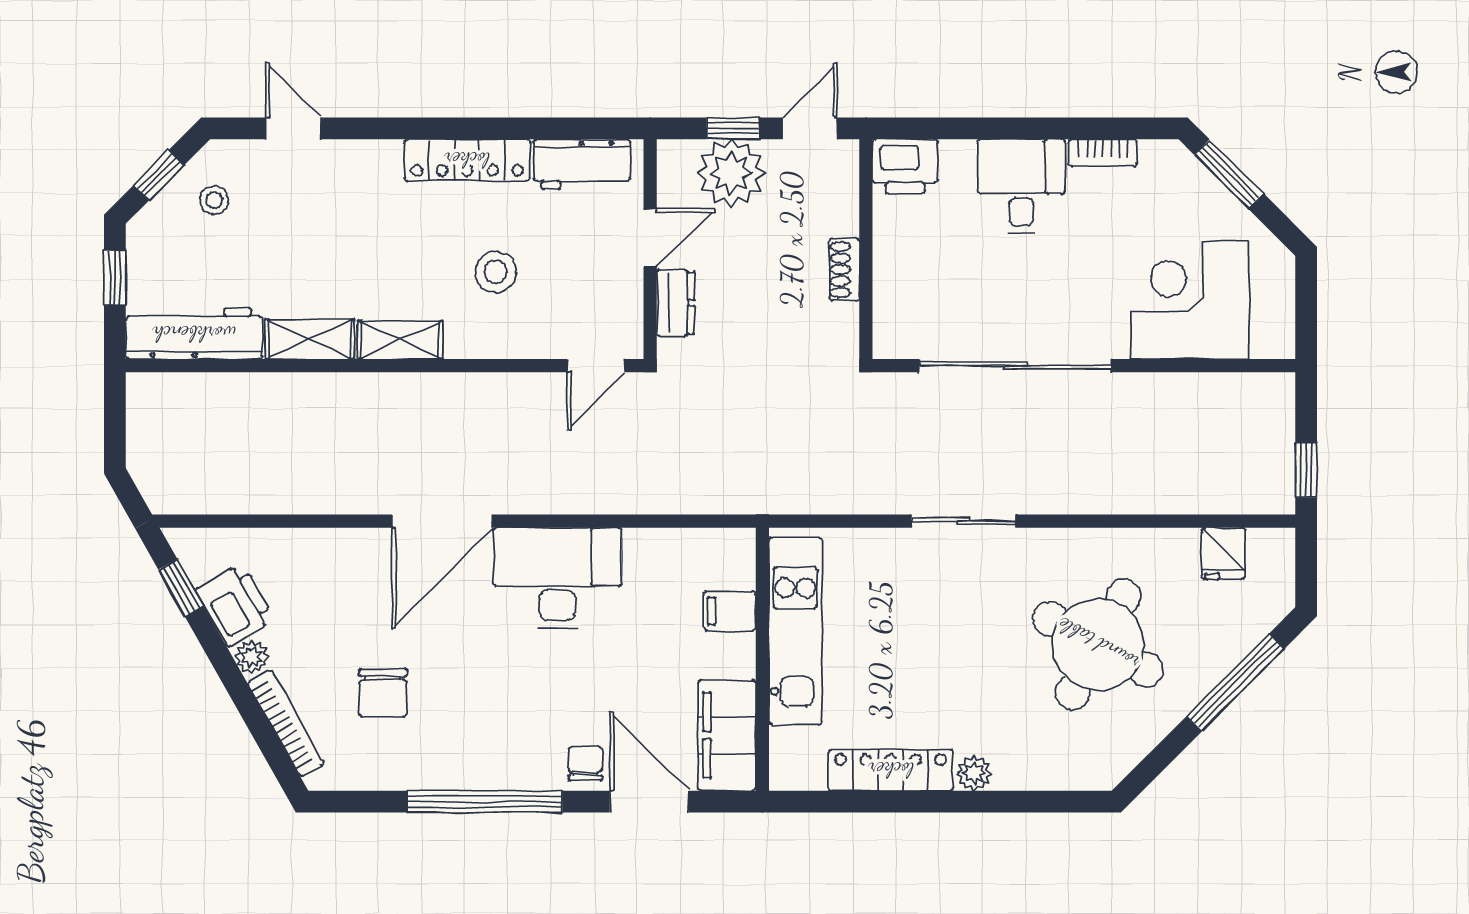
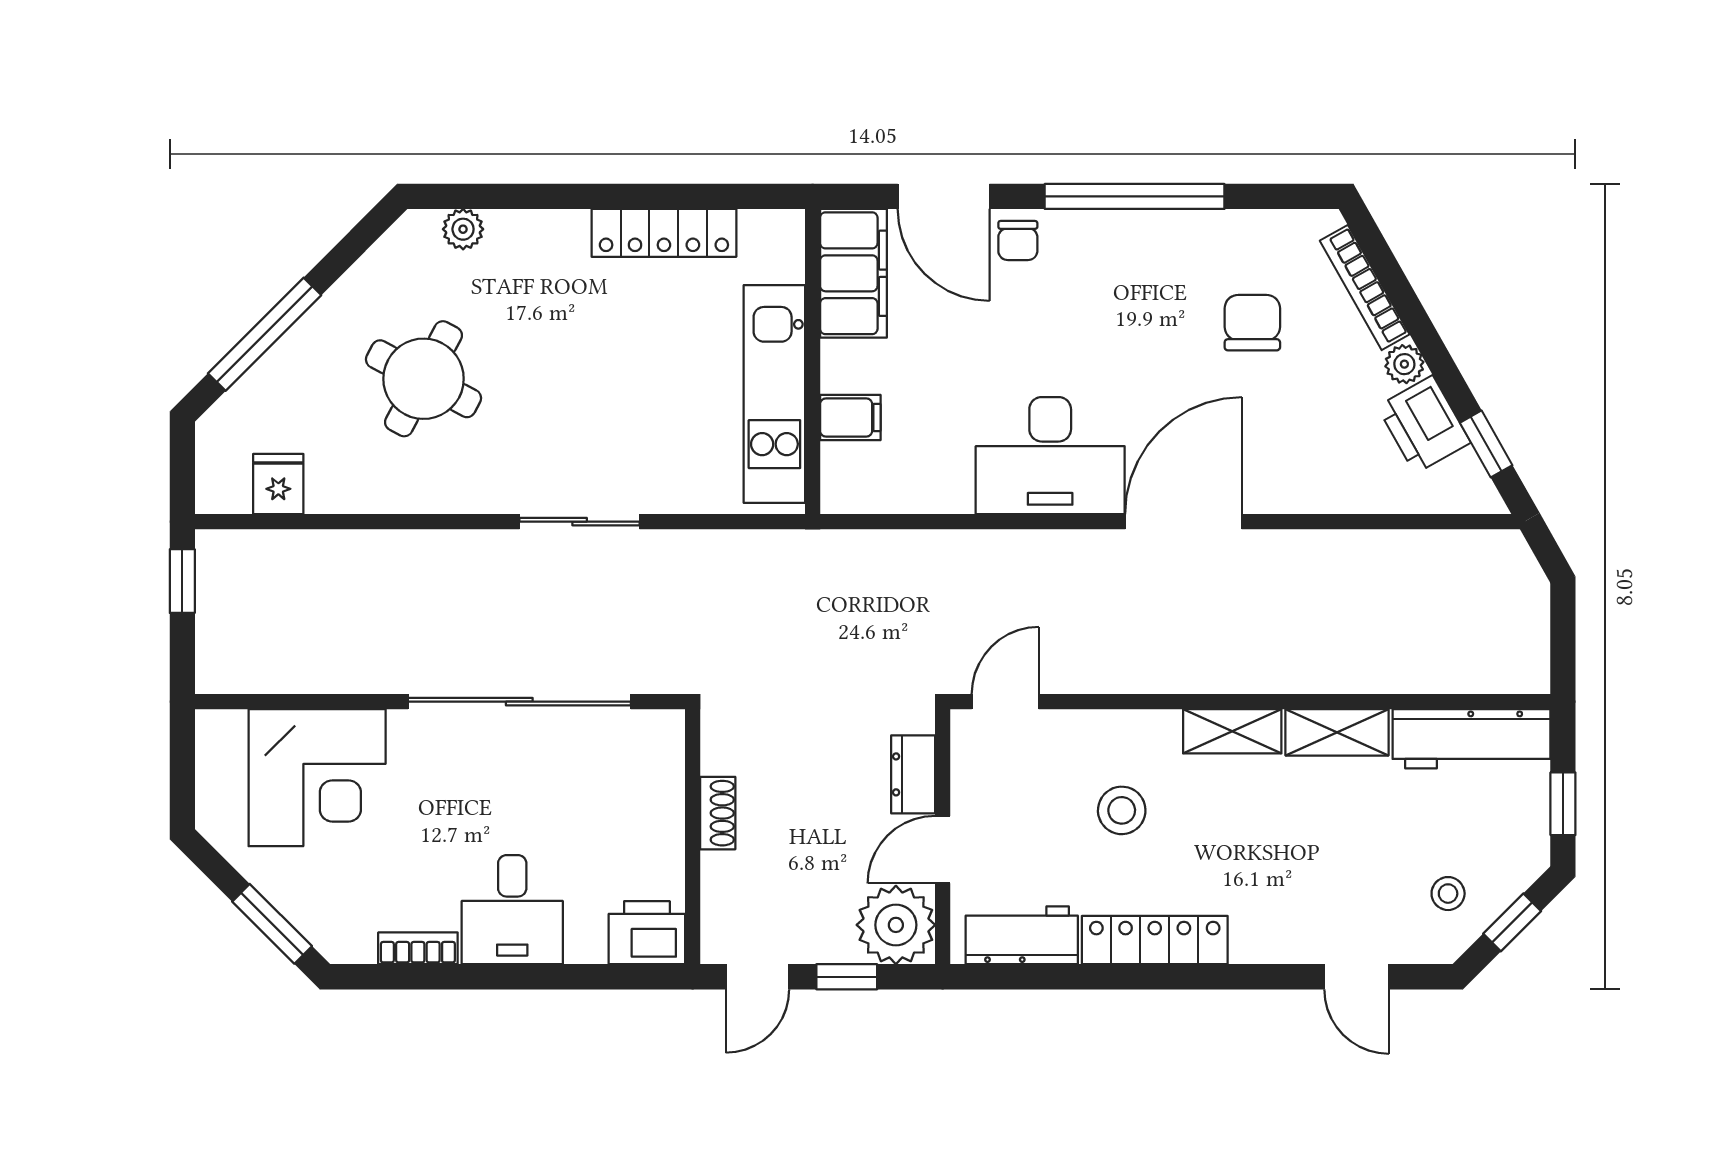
plant: (731, 173) -> (896, 925), moved
round table: (1098, 644) -> (424, 379), width x0.73, depth x0.73
plant: (974, 773) -> (463, 229), moved

